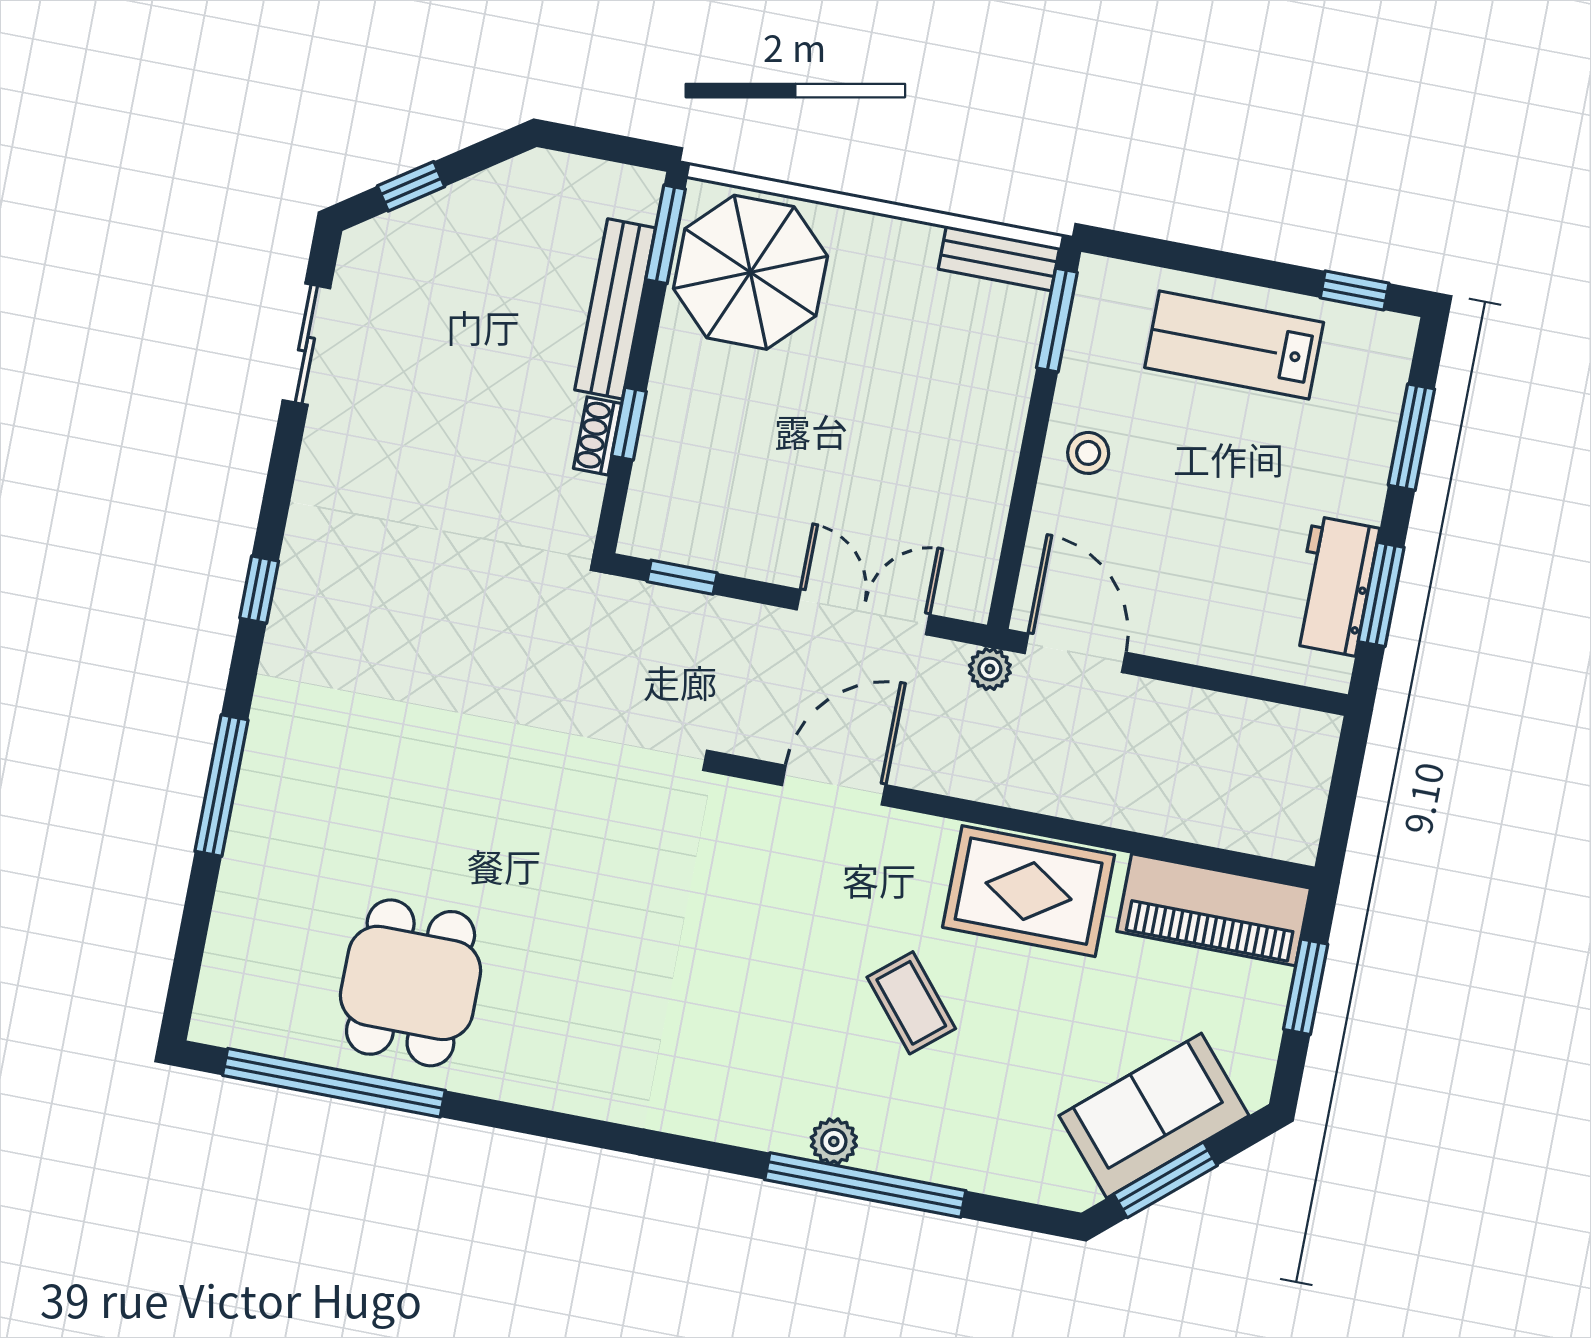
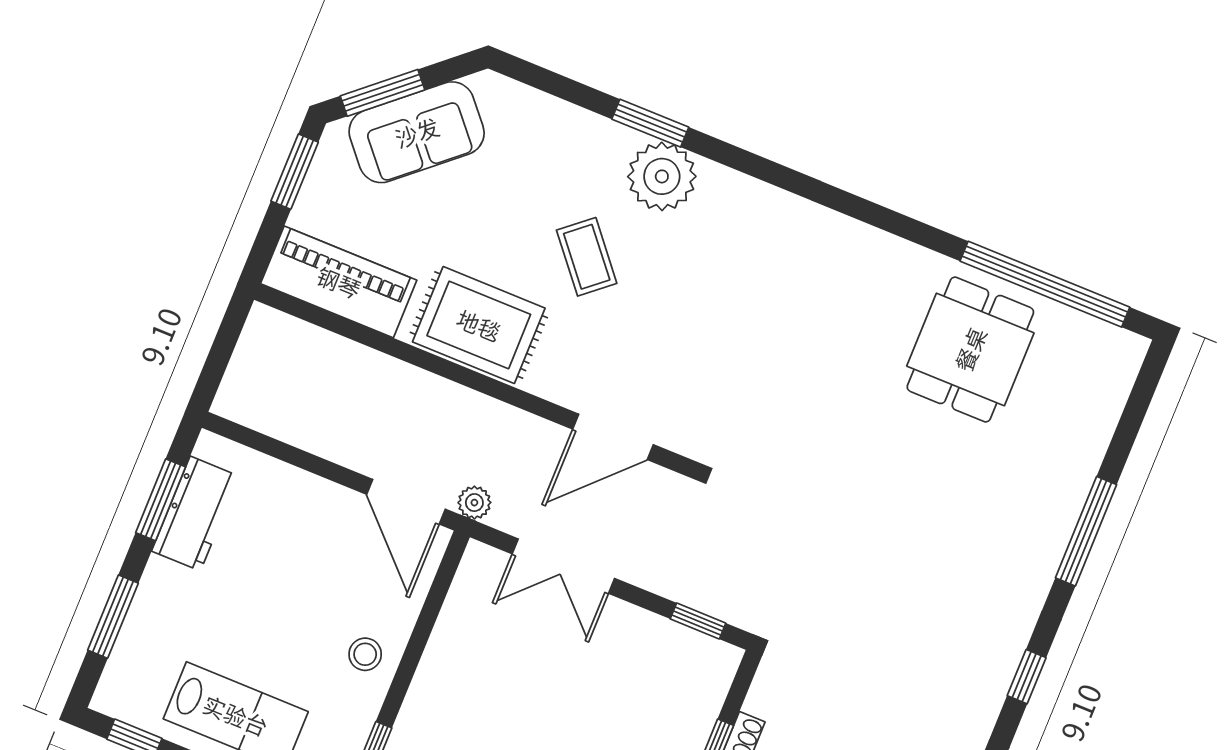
window: (1306, 987) -> (295, 172), moved
plant: (834, 1141) -> (662, 176), width x1.88, depth x1.88
window: (1165, 1180) -> (382, 93), moved
window: (865, 1185) -> (650, 123), width x0.47

